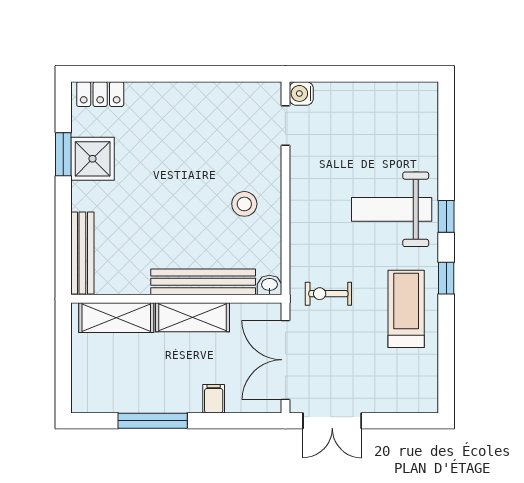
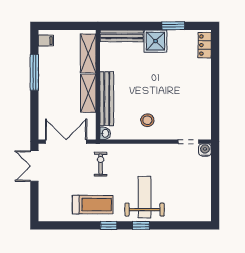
shower: (93, 159) -> (156, 41), moved
filing cabinet: (214, 399) -> (46, 40), moved

